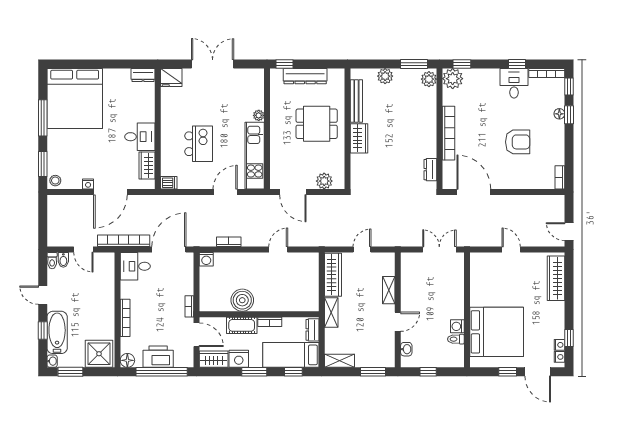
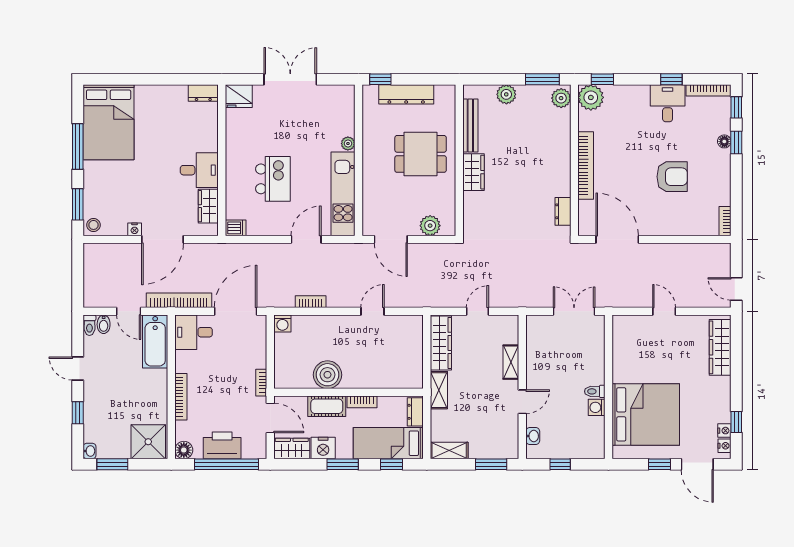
bed: (75, 98) -> (109, 122), width x0.73
bathtub: (57, 332) -> (155, 342), moved, turned 180
toilet: (456, 339) -> (595, 391), moved

